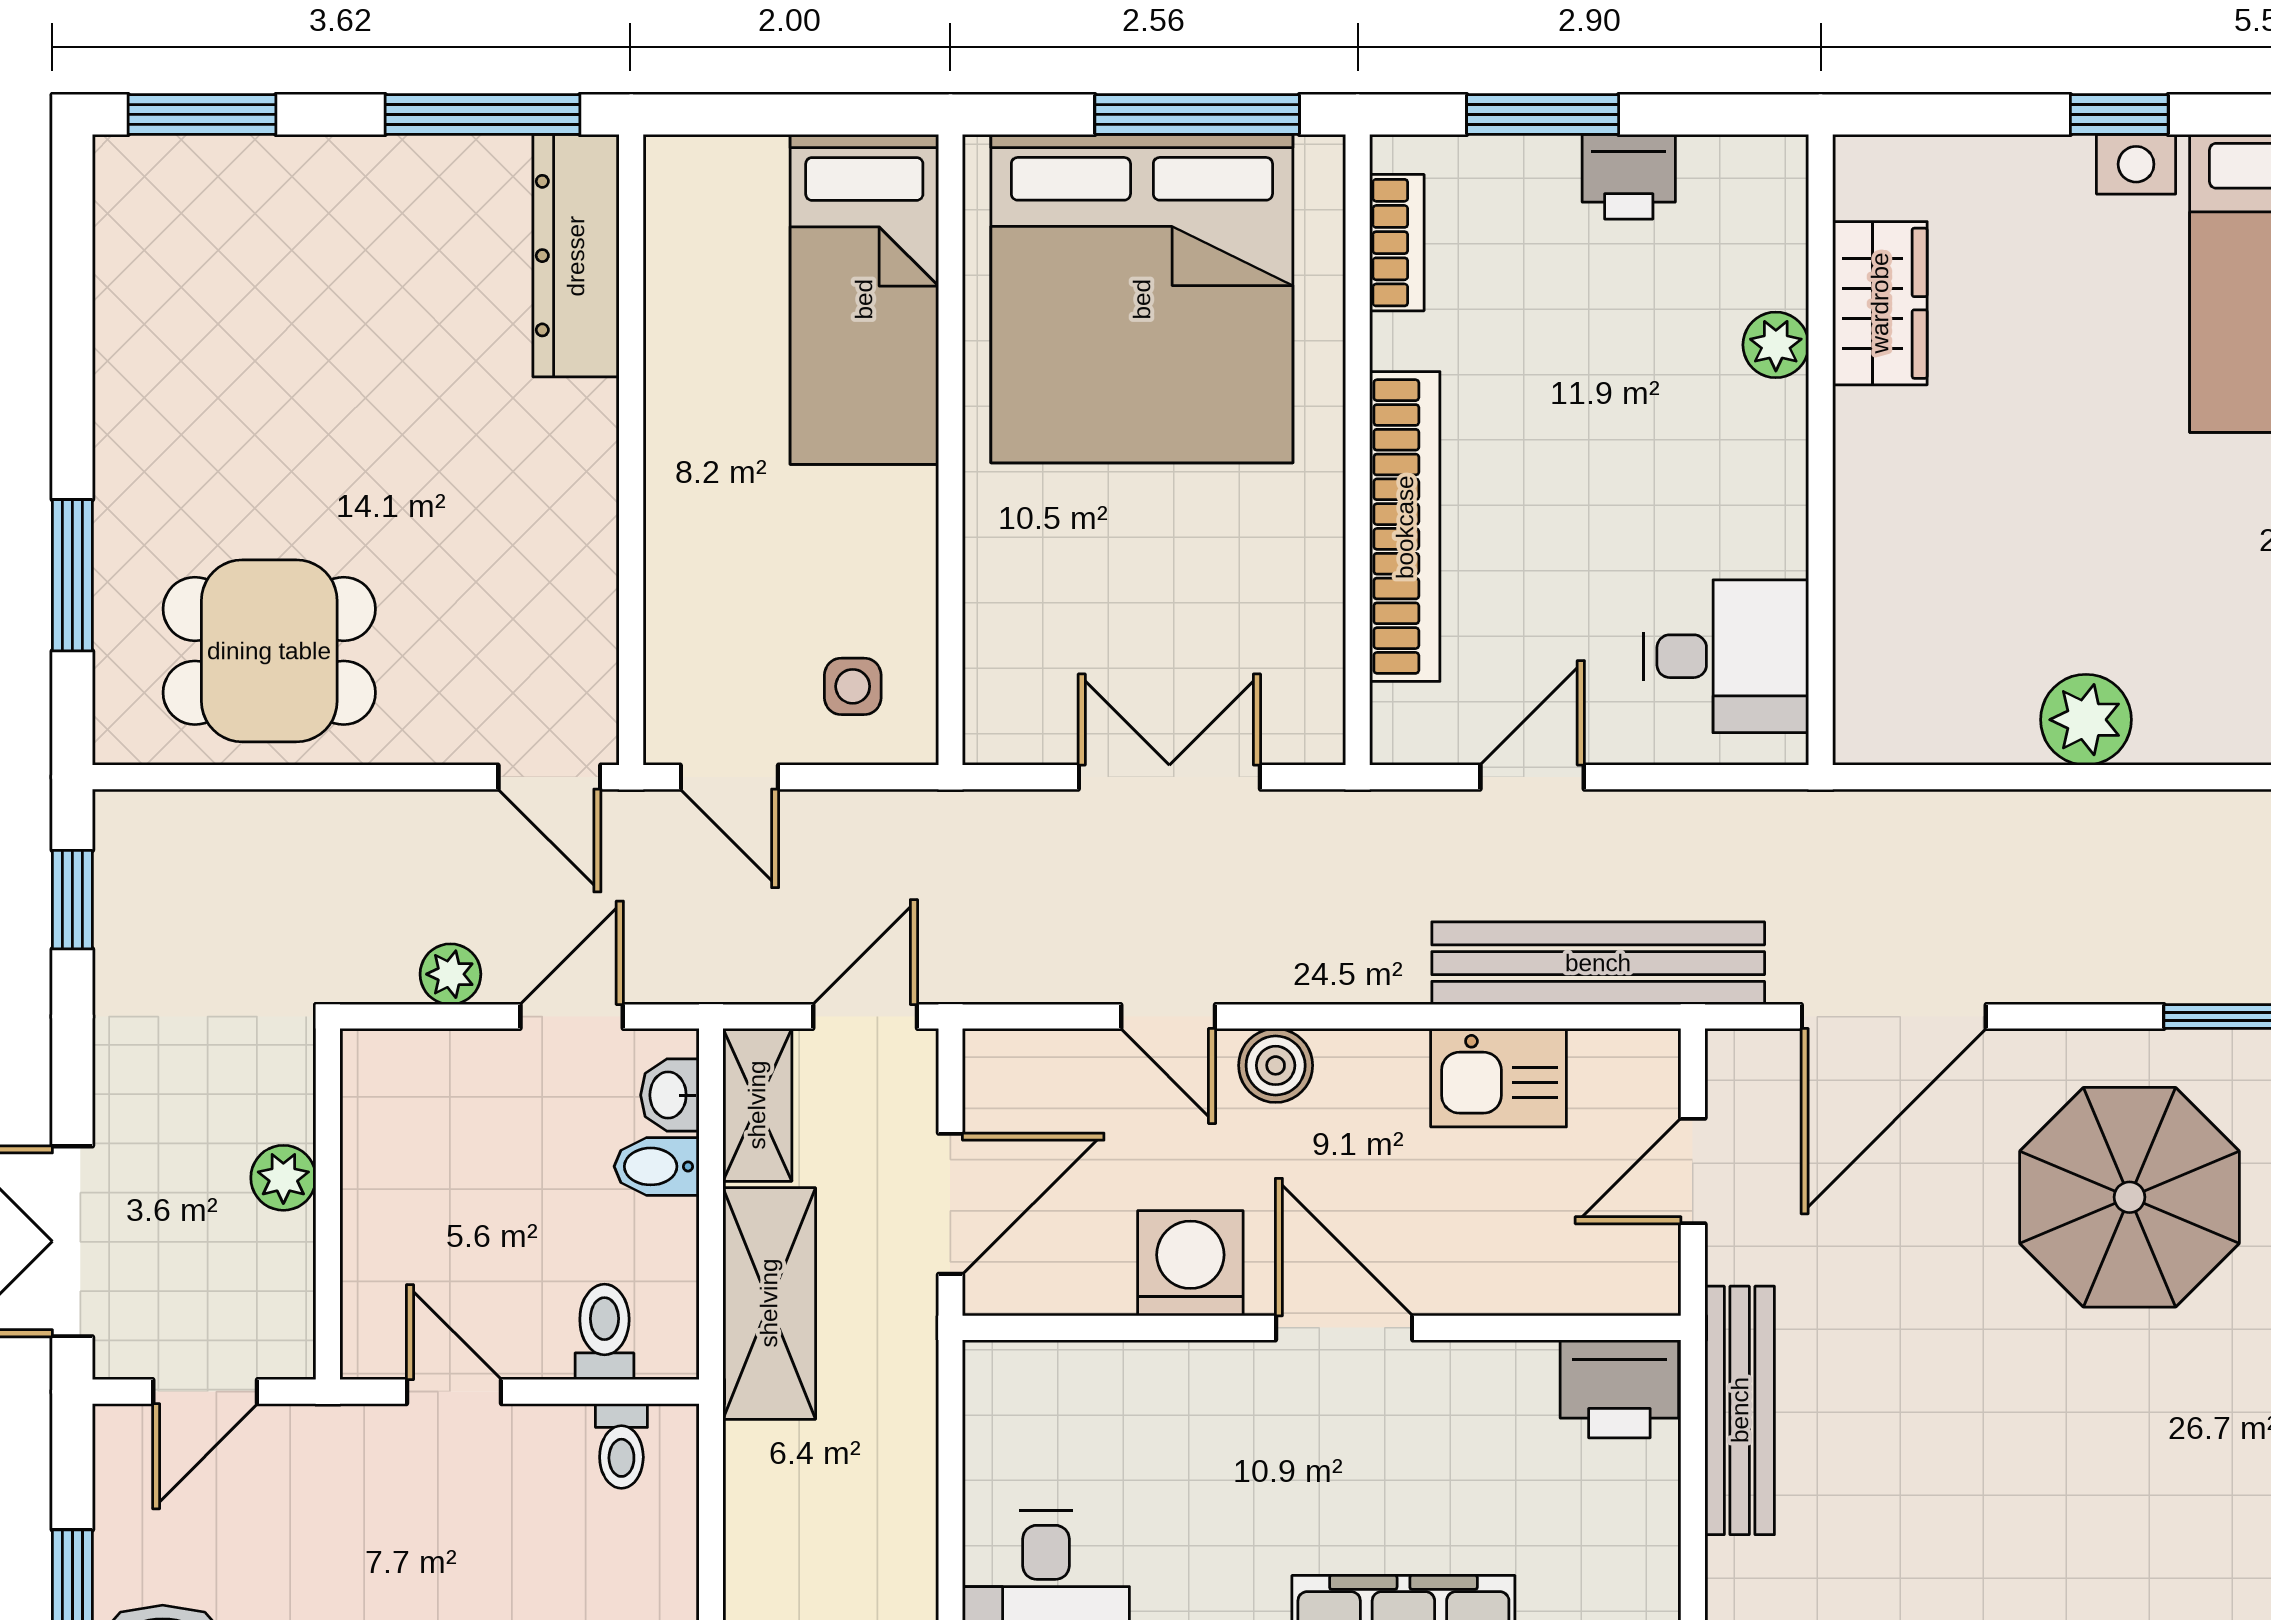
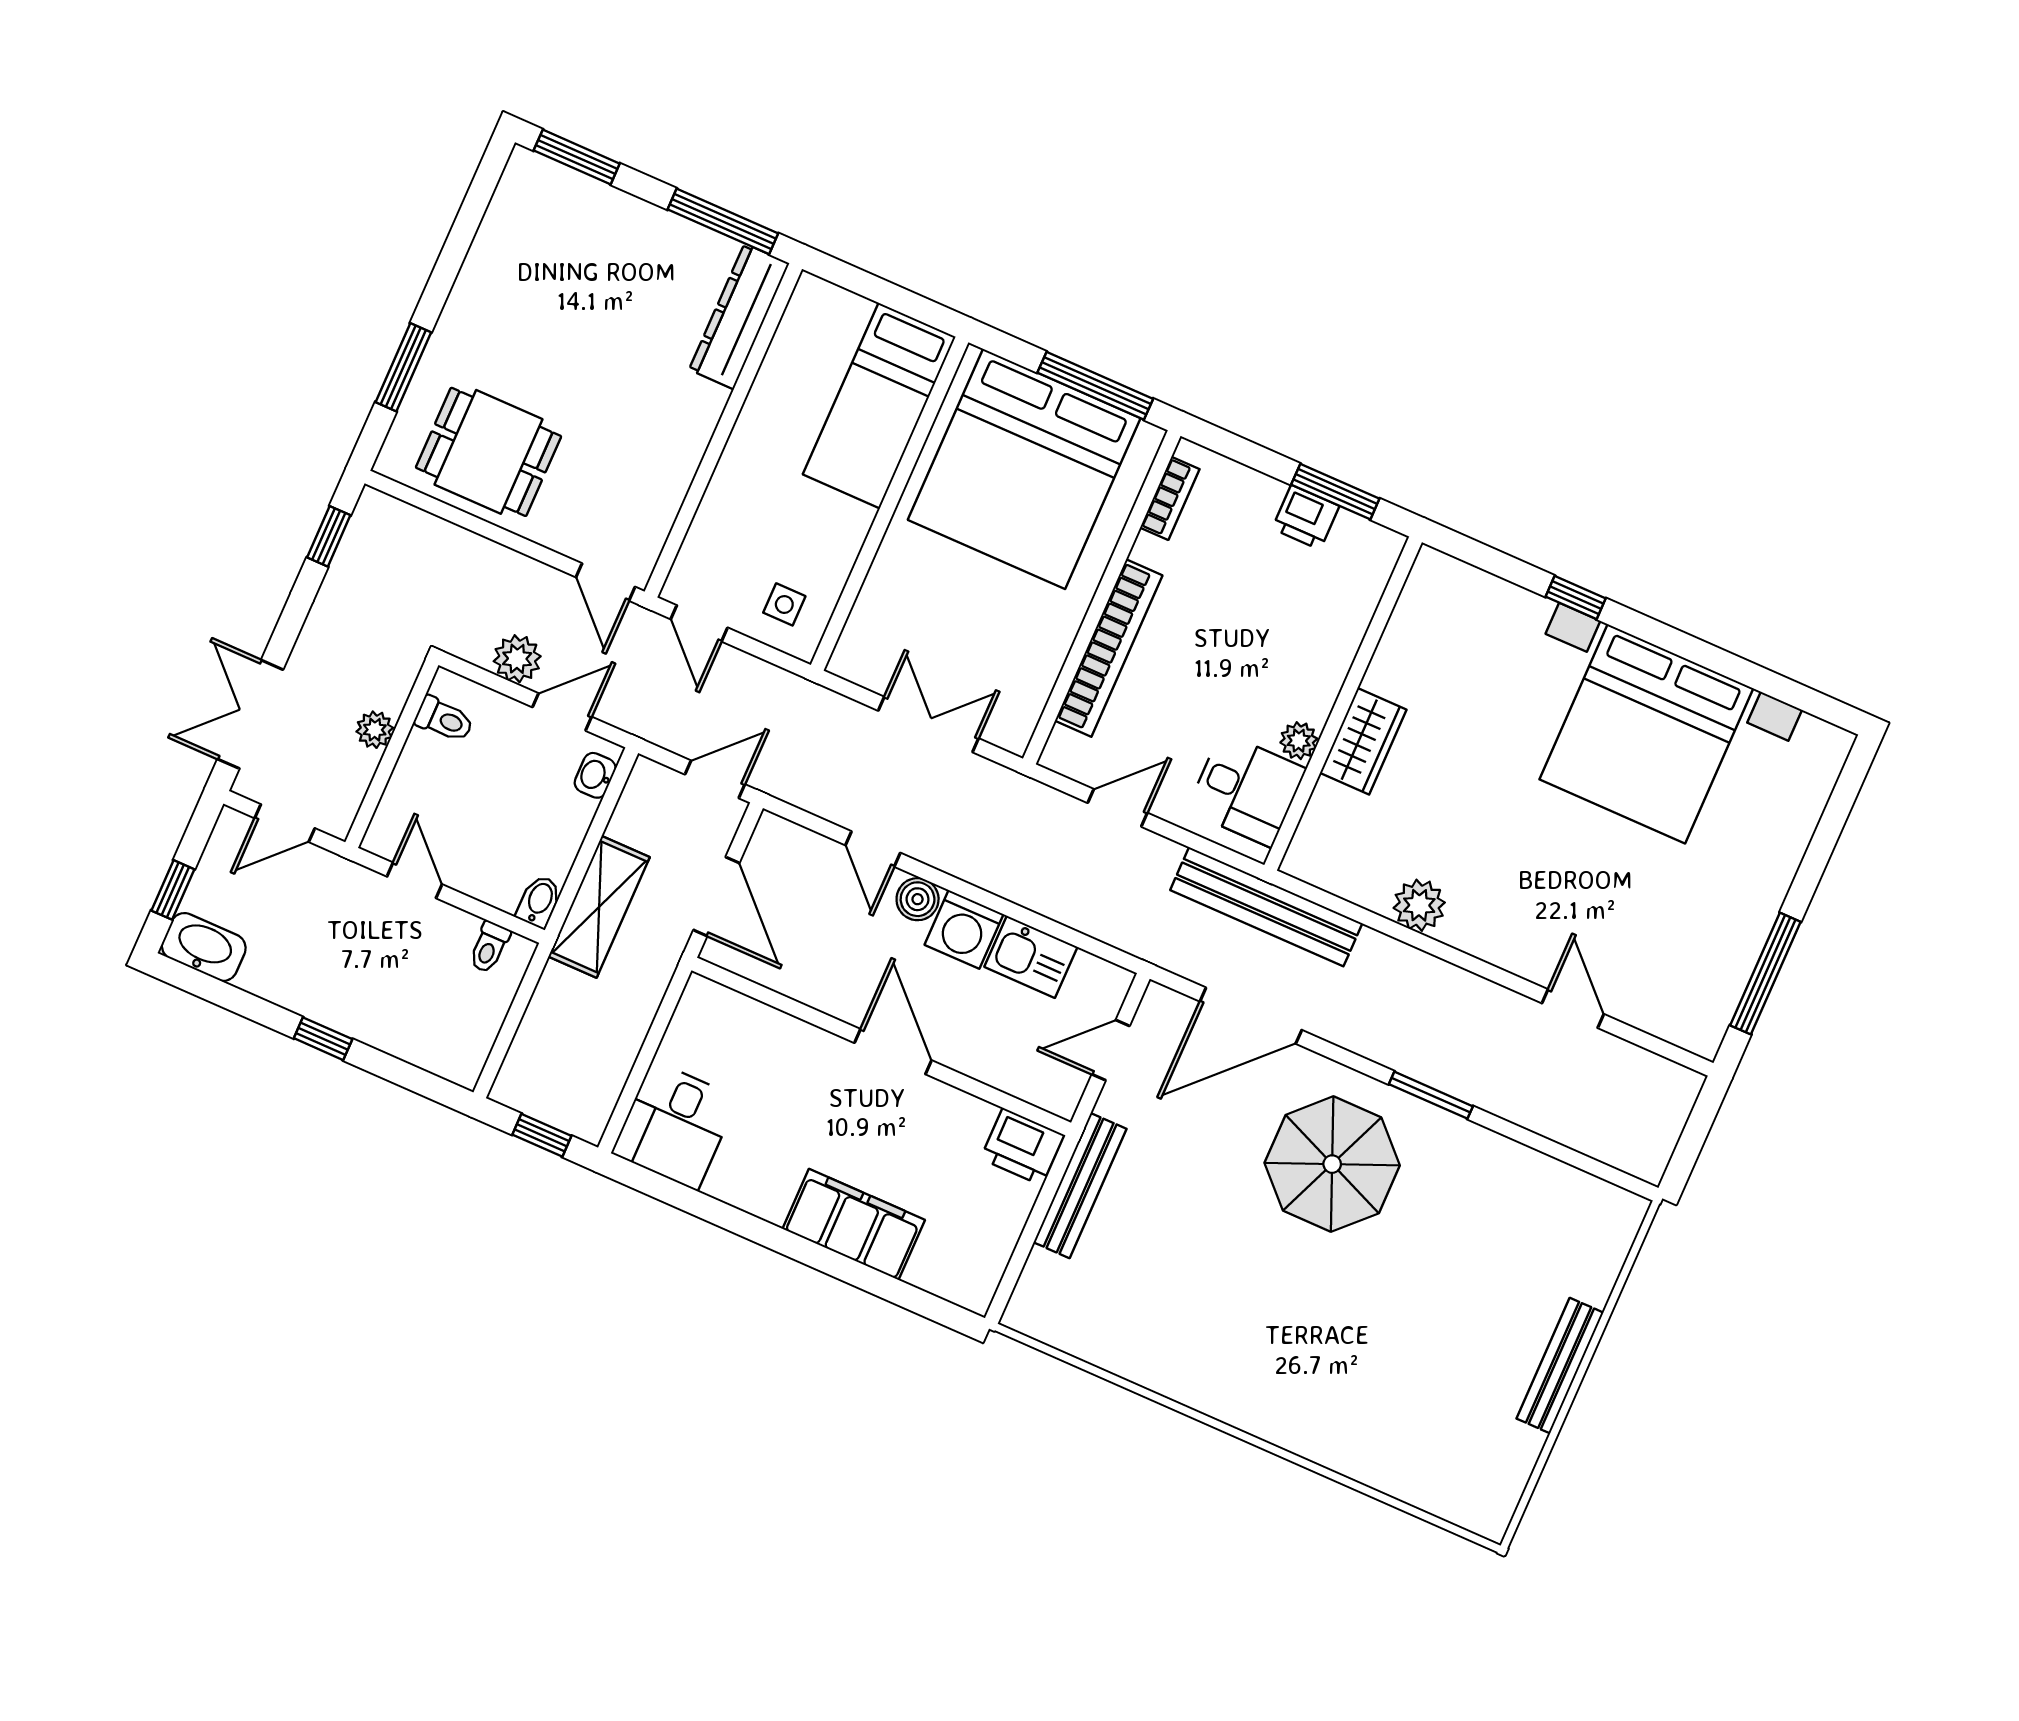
window: (1543, 114) -> (1335, 492), moved
wardrobe: (1880, 303) -> (1363, 741), moved
plant: (1776, 345) -> (1299, 741), moved
bench: (1598, 963) -> (1266, 907), moved
plant: (450, 974) -> (517, 659), width x1.38, depth x1.38
shelving: (757, 1105) -> (638, 801), removed
bidet: (657, 1166) -> (539, 901), moved, turned 90
door: (950, 1204) -> (716, 897), hinge flipped
washing machine: (1190, 1263) -> (964, 929), moved, turned 180
toilet: (604, 1332) -> (444, 719), moved, turned 90

